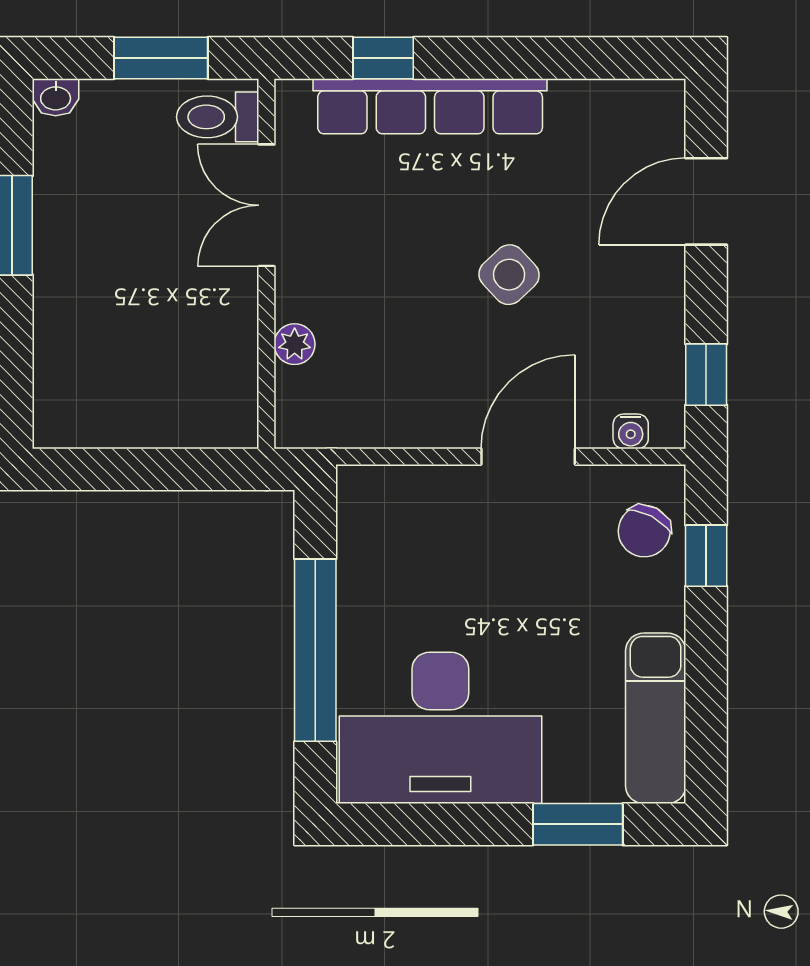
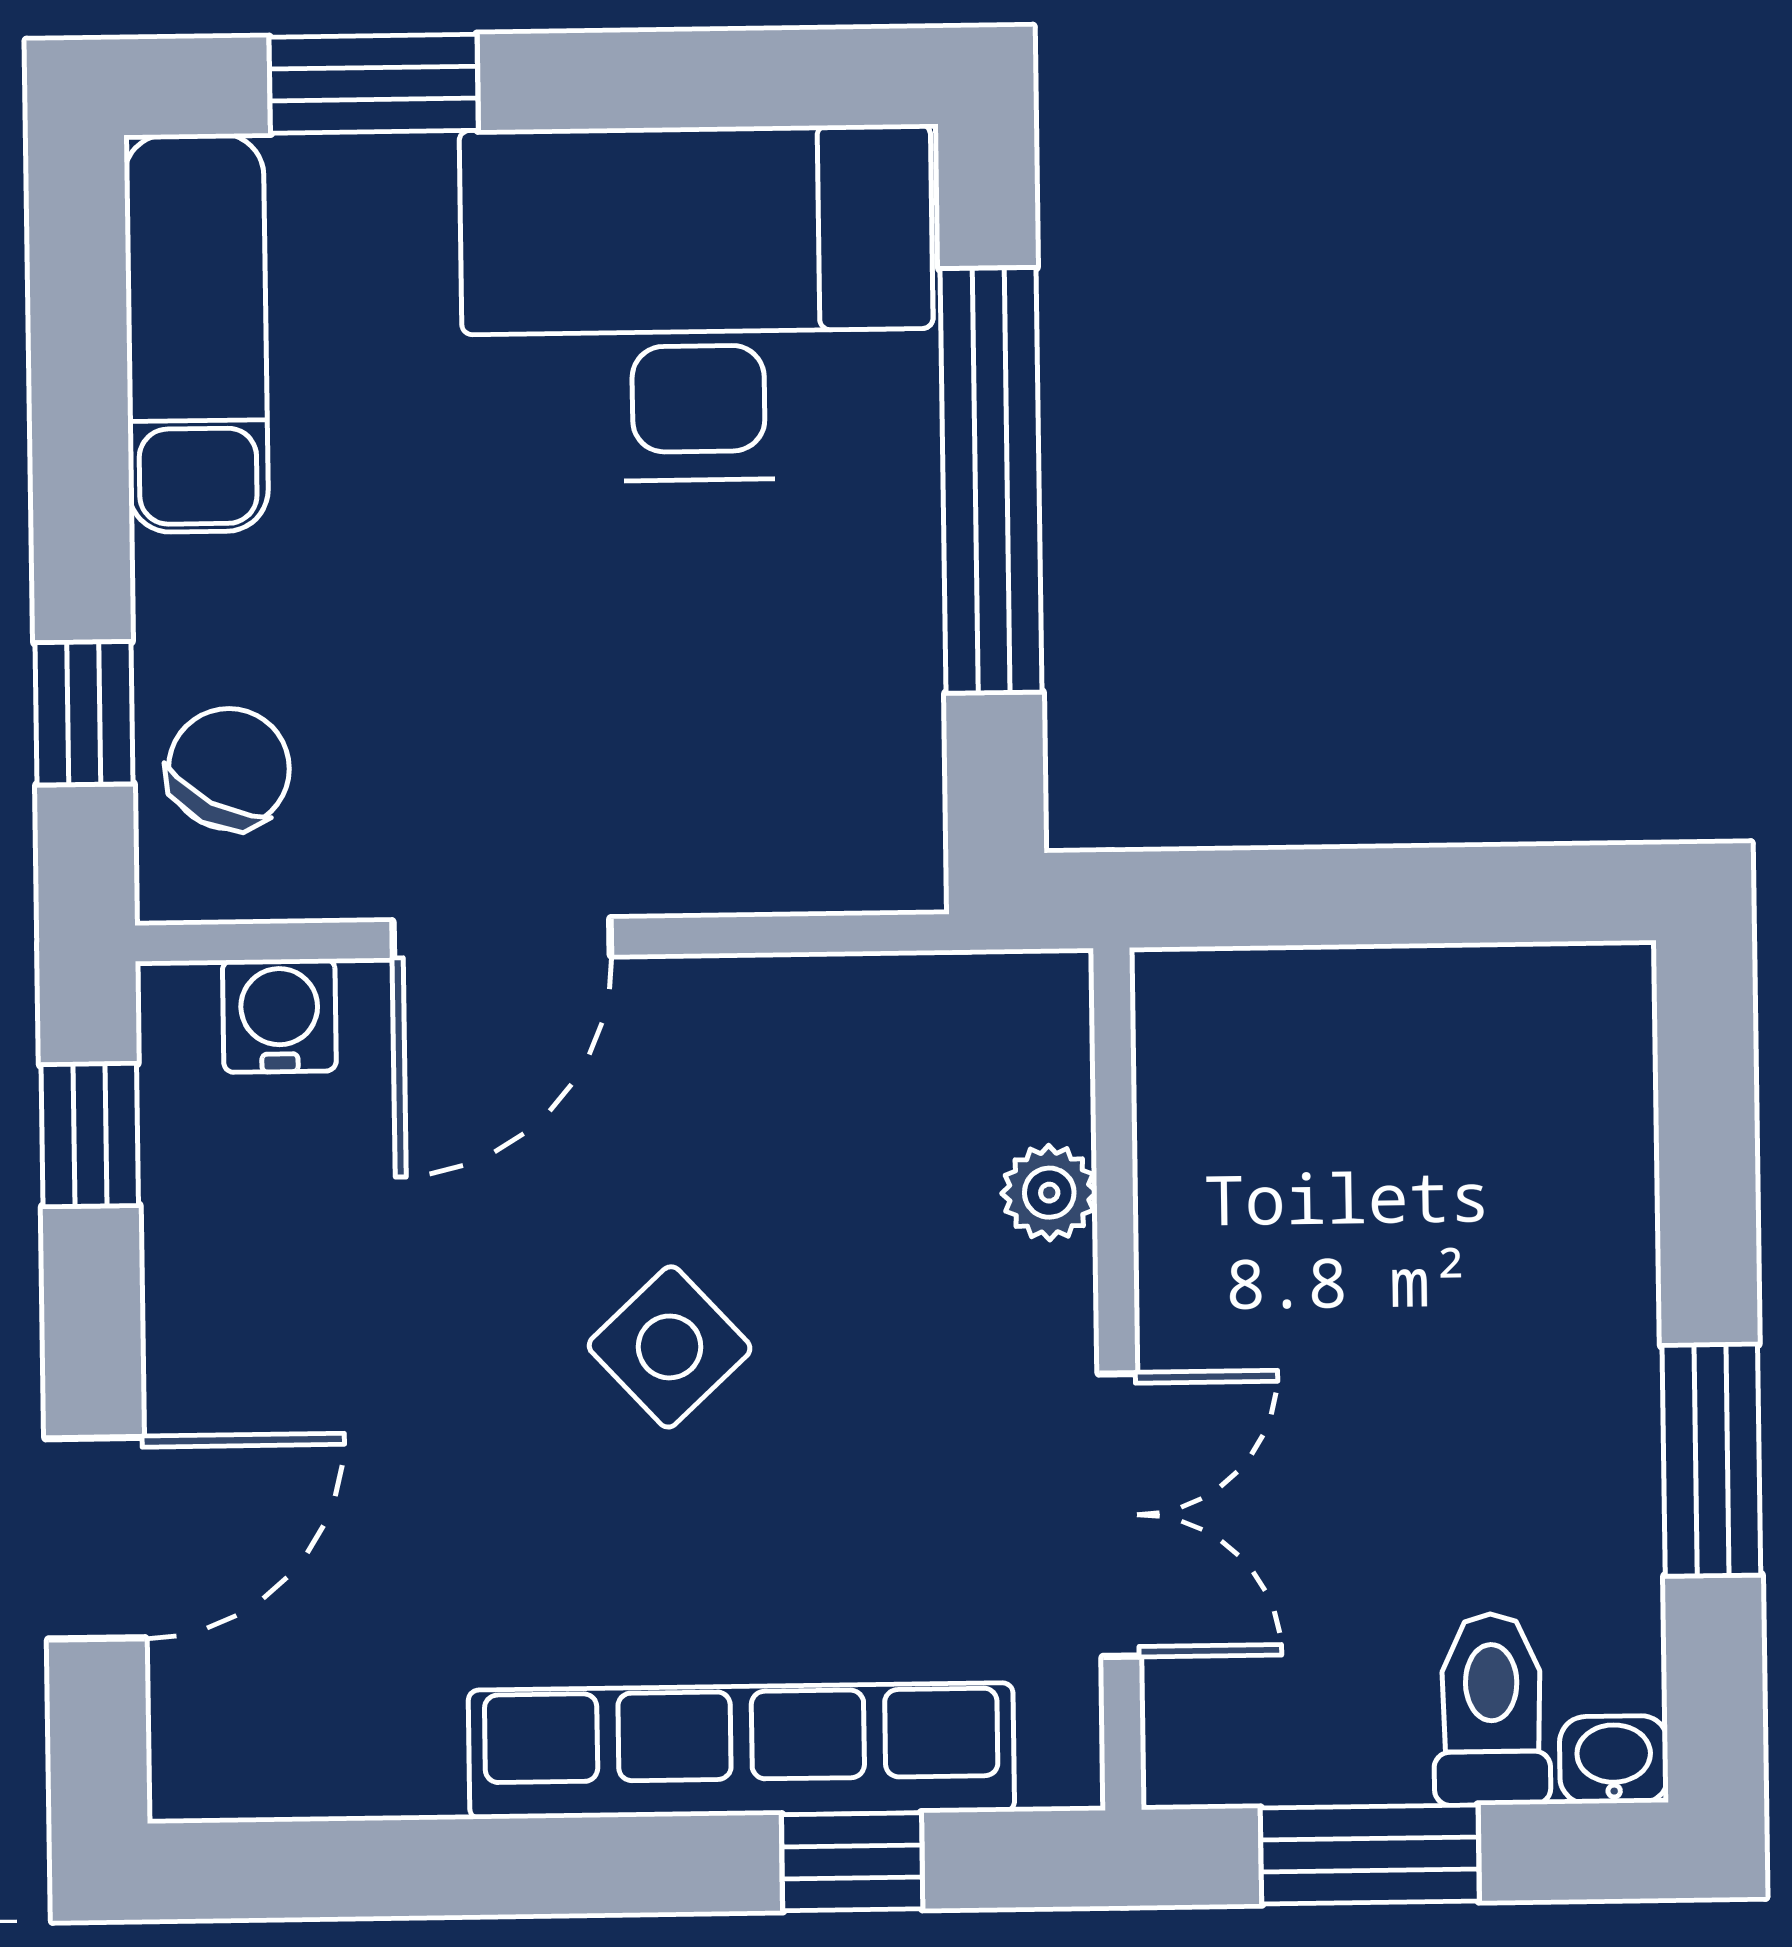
toilet: (218, 117) -> (1492, 1709), moved, turned -90
side table: (509, 275) -> (670, 1347), moved
water cooler: (631, 431) -> (279, 1016), width x1.38, depth x1.38

